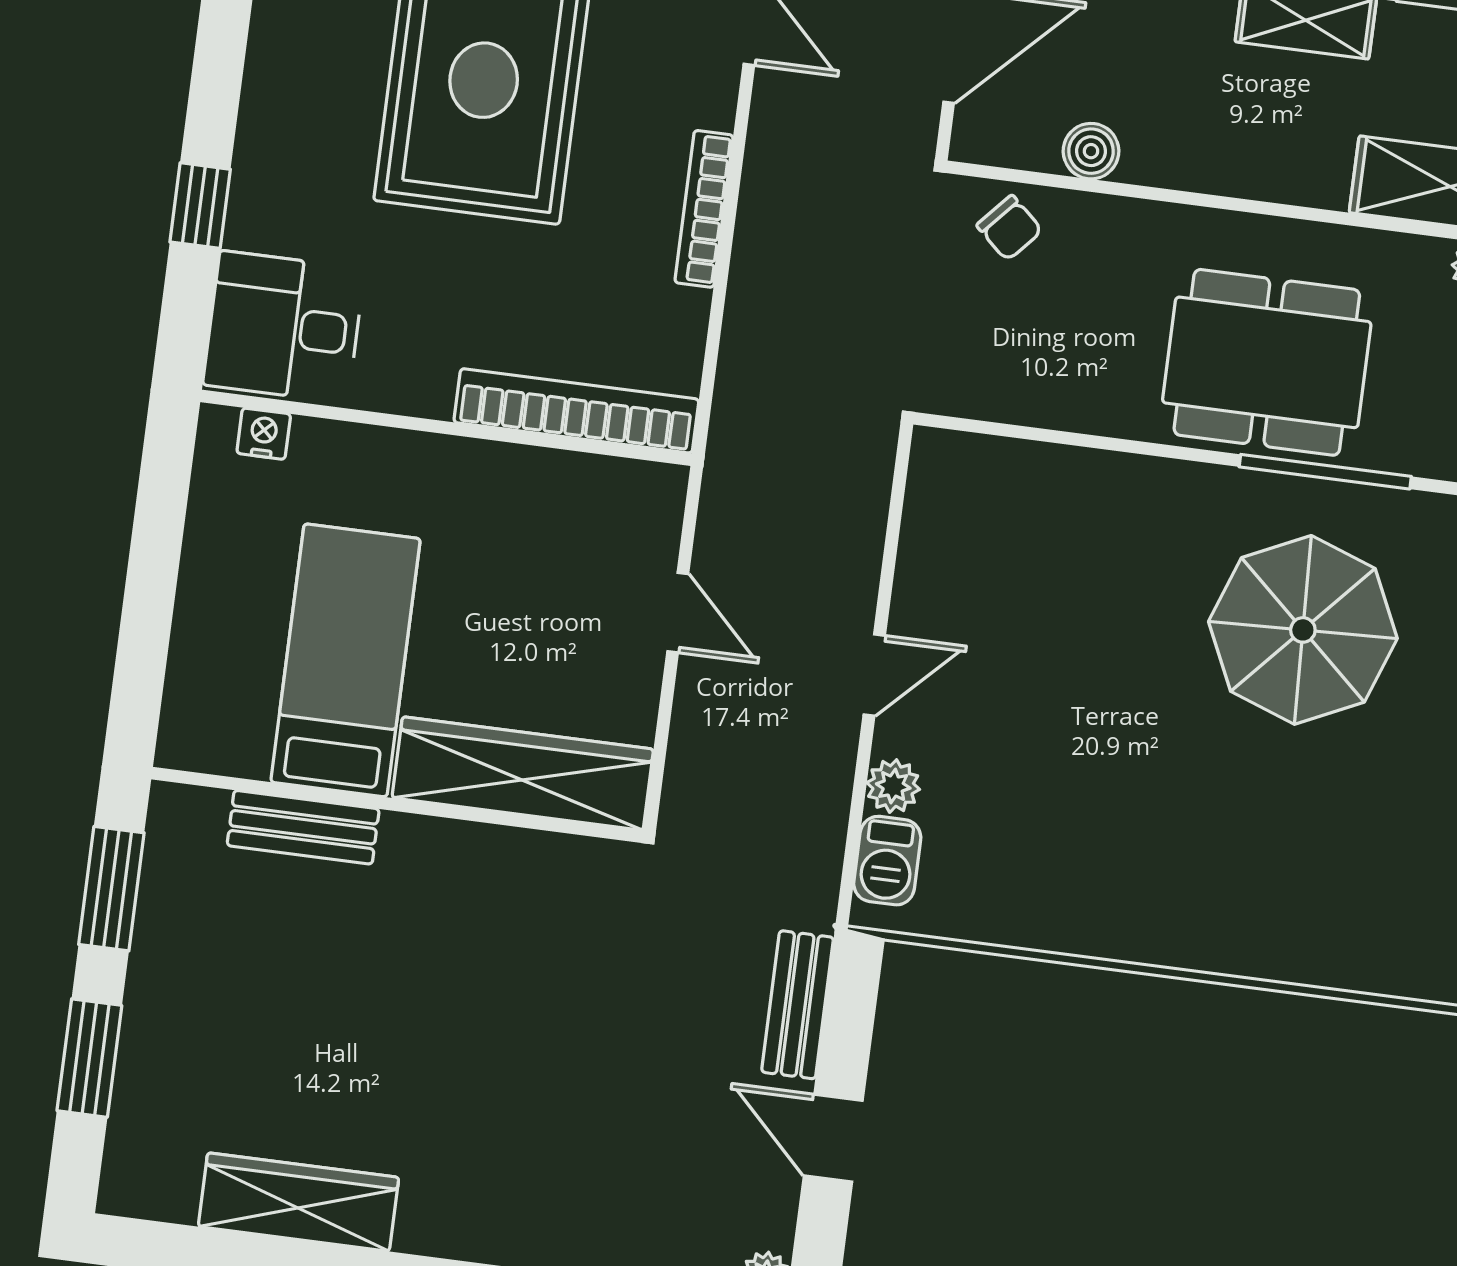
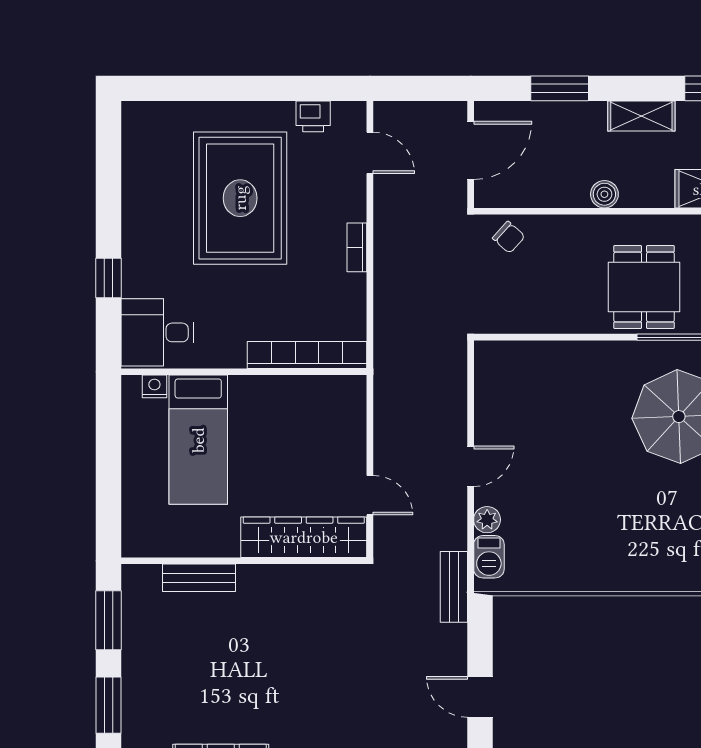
boiler: (1091, 151) -> (604, 194), moved
bookcase: (704, 209) -> (357, 247), width x0.64
dining table: (1267, 362) -> (644, 287), width x0.73
door: (678, 613) -> (370, 495), moved
bed: (345, 660) -> (198, 440), moved, turned 180
bench: (798, 1005) -> (454, 587), moved

